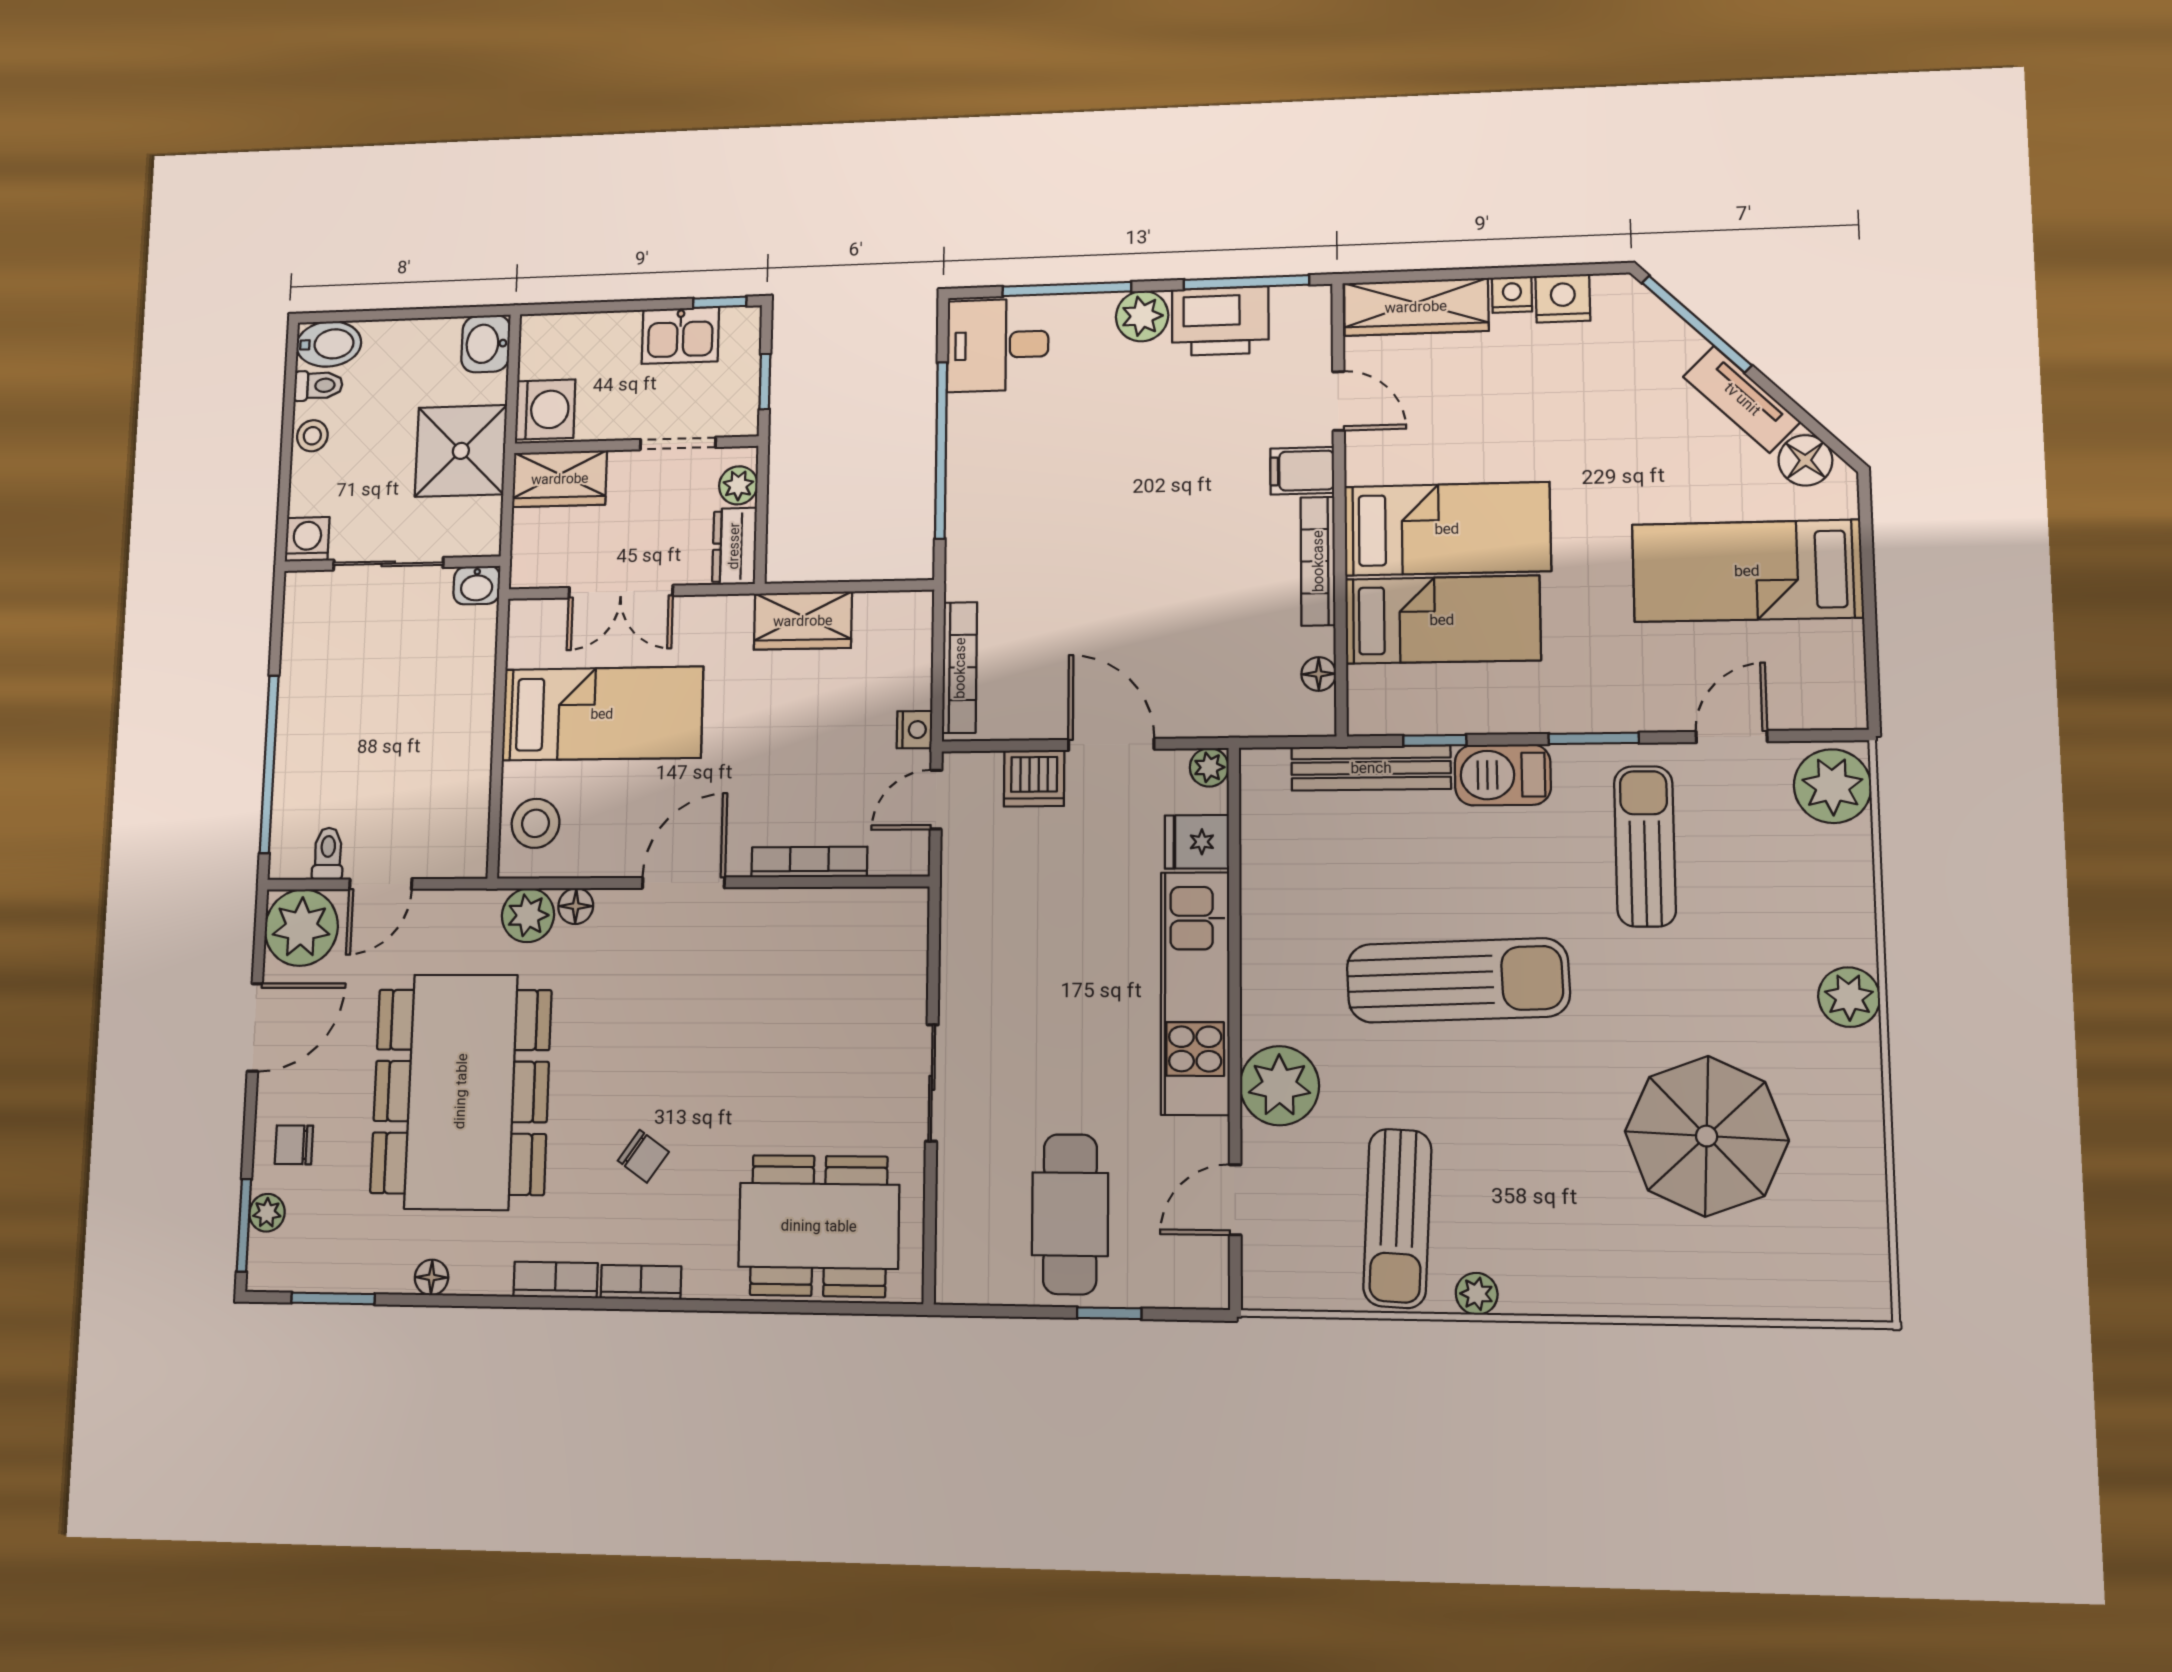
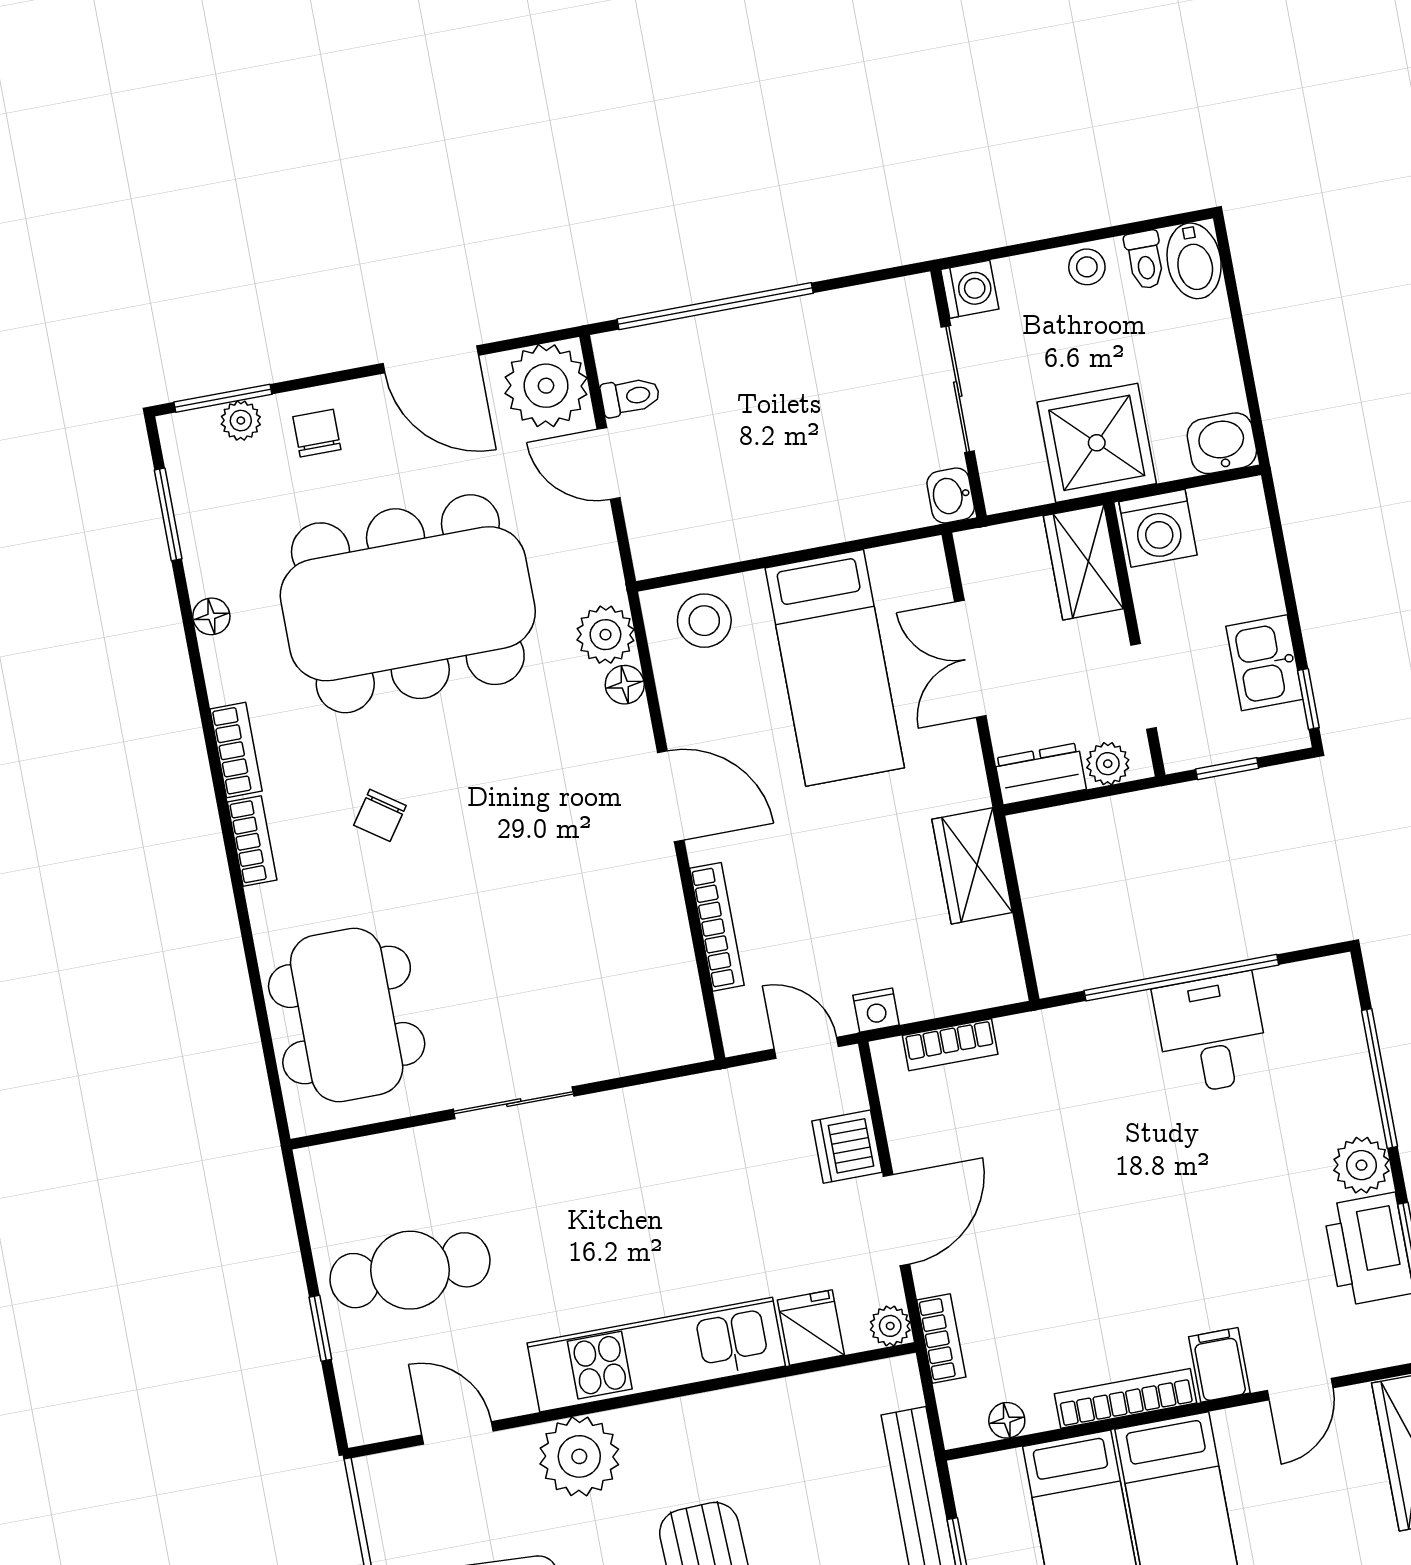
desk: (998, 345) -> (1211, 1034), moved
bookcase: (960, 668) -> (950, 1045), width x0.64
bookcase: (1230, 722) -> (941, 1338), added

